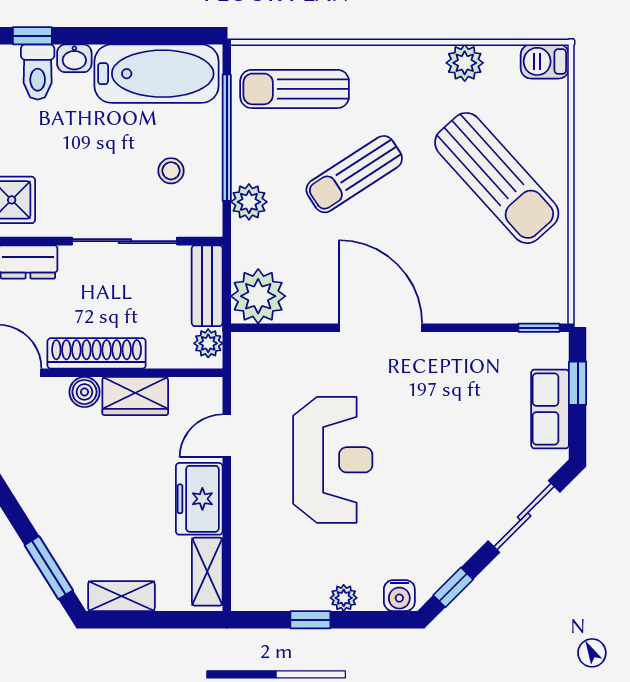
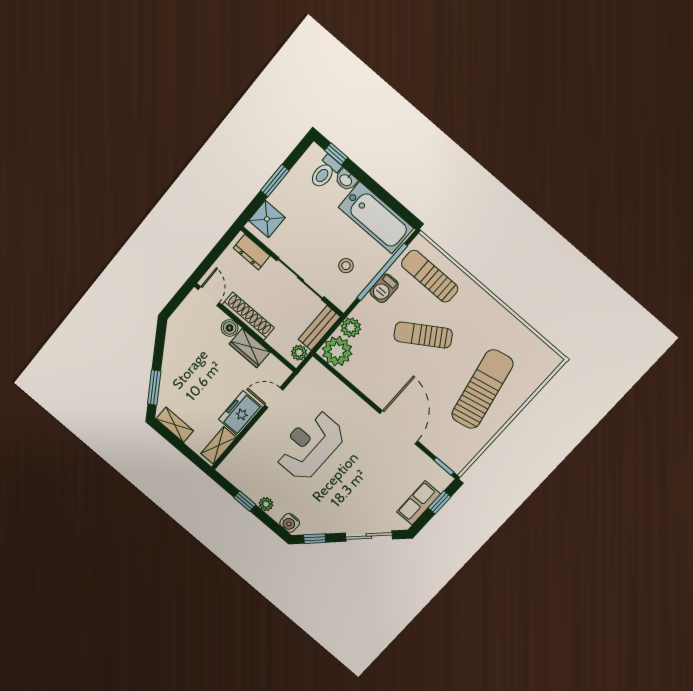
barbecue: (545, 61) -> (384, 288), moved, turned -90
plant: (465, 63) -> (513, 328), removed
sun lounger: (497, 178) -> (482, 389), turned -150
plant: (249, 202) -> (351, 328), moved
door: (380, 328) -> (399, 427), moved
reception desk: (333, 460) -> (310, 445), turned 180

